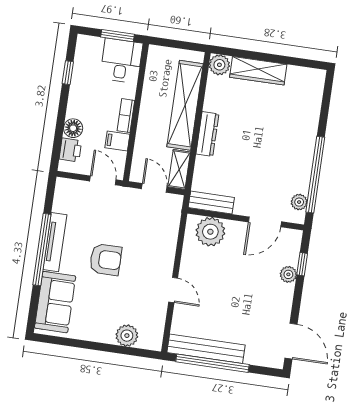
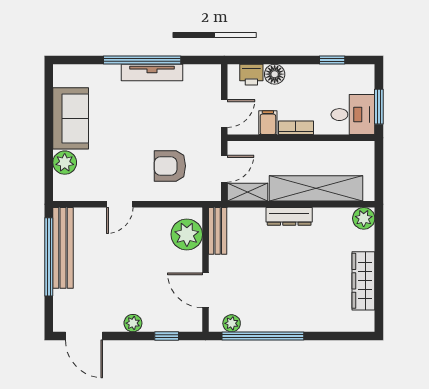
wardrobe: (258, 71) -> (363, 281), moved
armchair: (106, 260) -> (170, 166), moved, turned 90
plant: (288, 274) -> (133, 323), moved
sofa: (55, 302) -> (71, 118), moved, turned -90
door: (291, 341) -> (84, 336), hinge flipped

